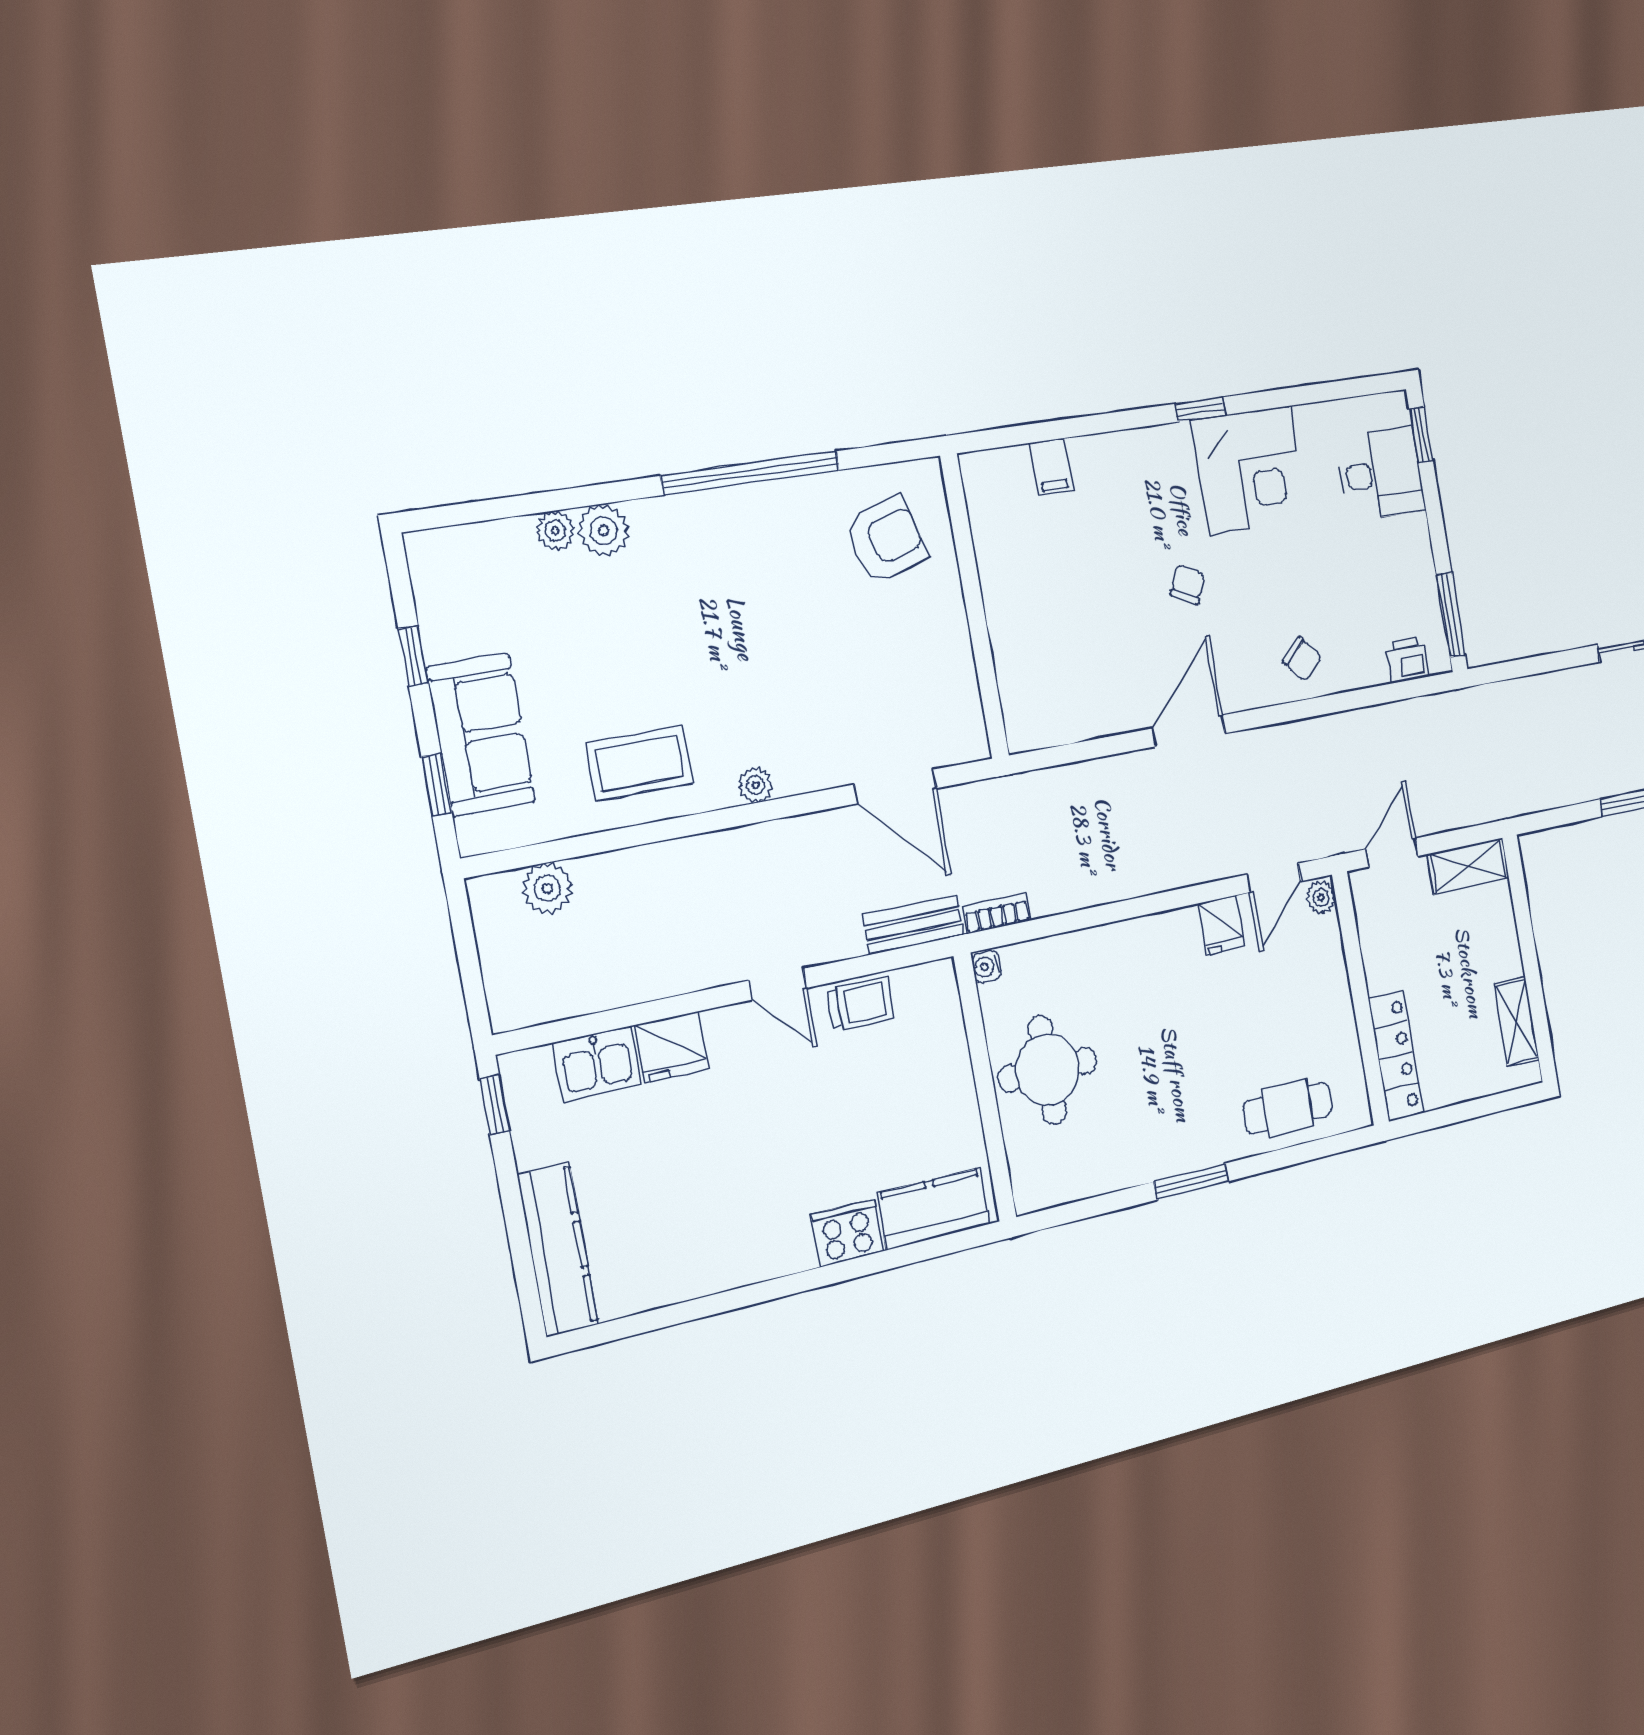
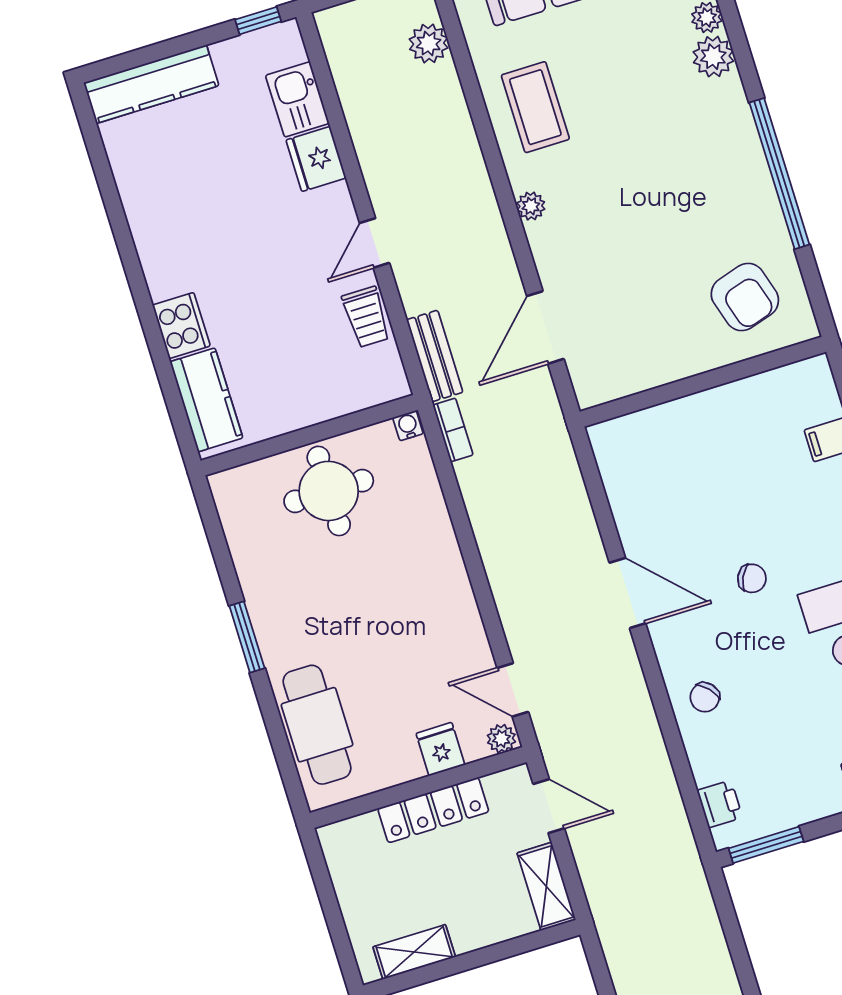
fridge: (1221, 925) -> (440, 749), moved, turned 90
locker: (1396, 1056) -> (433, 810), moved
cafe table: (1288, 1108) -> (317, 725), width x1.37, depth x1.35

